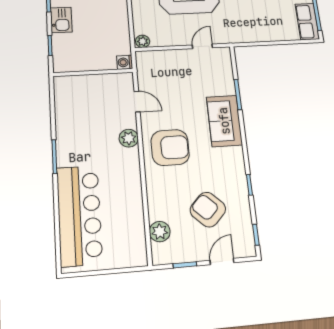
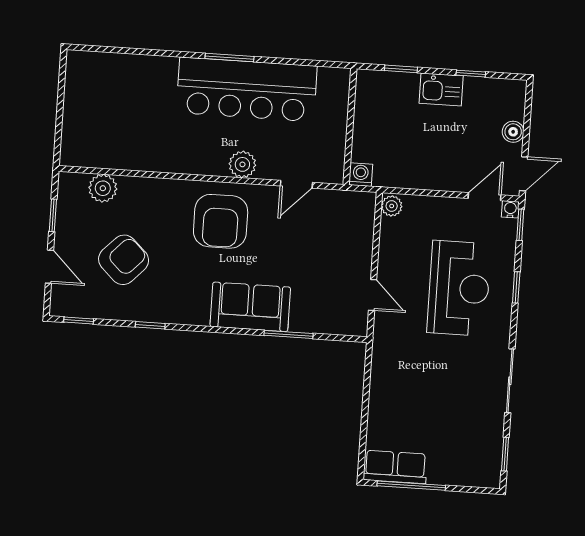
bar counter: (79, 215) -> (247, 89), moved

